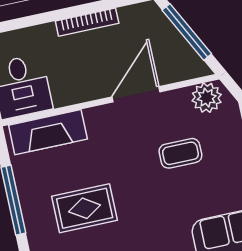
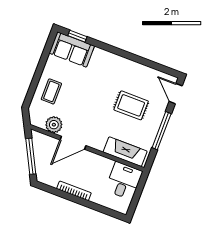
plant: (207, 98) -> (54, 125), moved
coffee table: (180, 153) -> (51, 91), moved, turned 90

